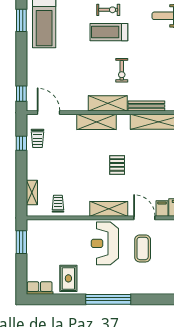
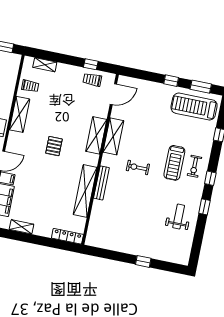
treadmill: (109, 32) -> (174, 163), turned 180
window: (21, 94) -> (171, 81), moved
shelving: (108, 103) -> (113, 136), moved
pallet: (117, 165) -> (54, 146), turned 90
shelving: (109, 209) -> (20, 114), moved

